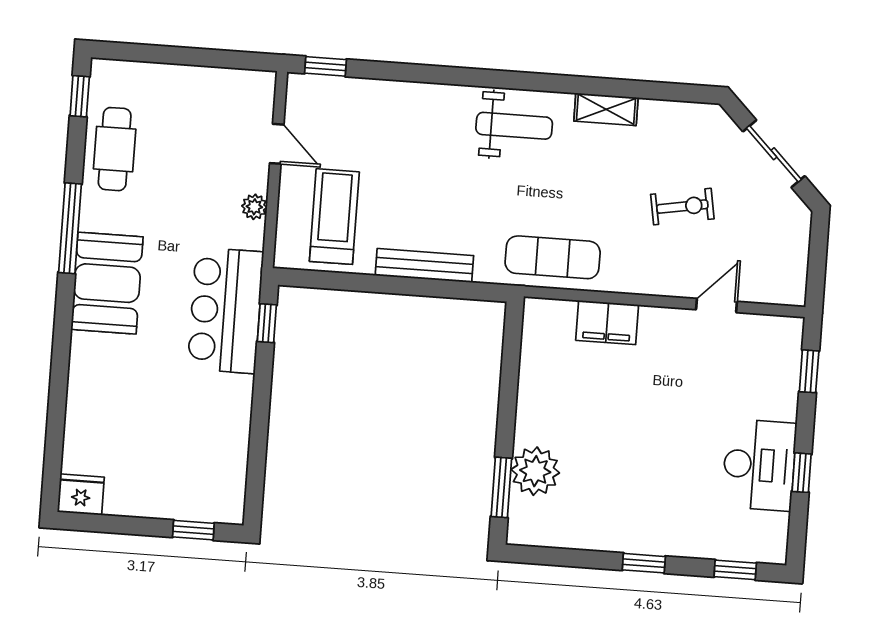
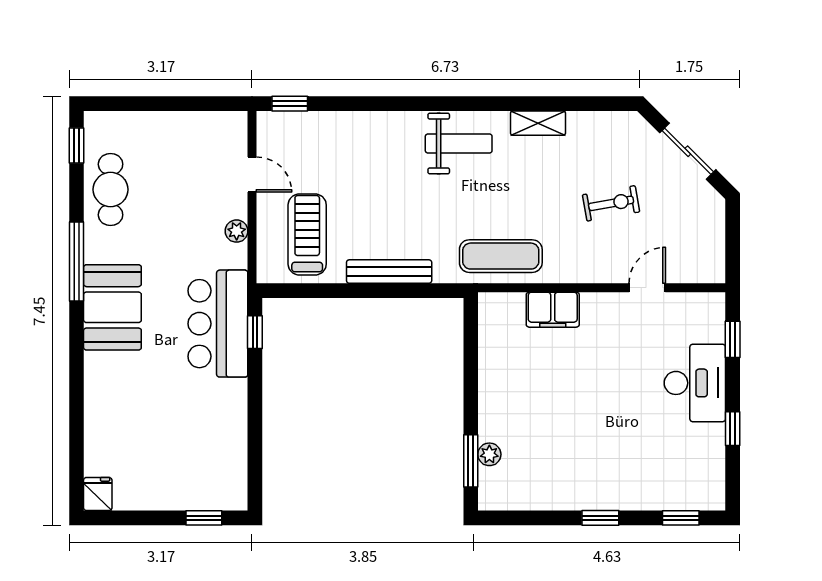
desk: (759, 465) -> (695, 383), moved
plant: (535, 471) -> (489, 454), width x0.53, depth x0.53
fridge: (81, 495) -> (98, 494), width x0.72

